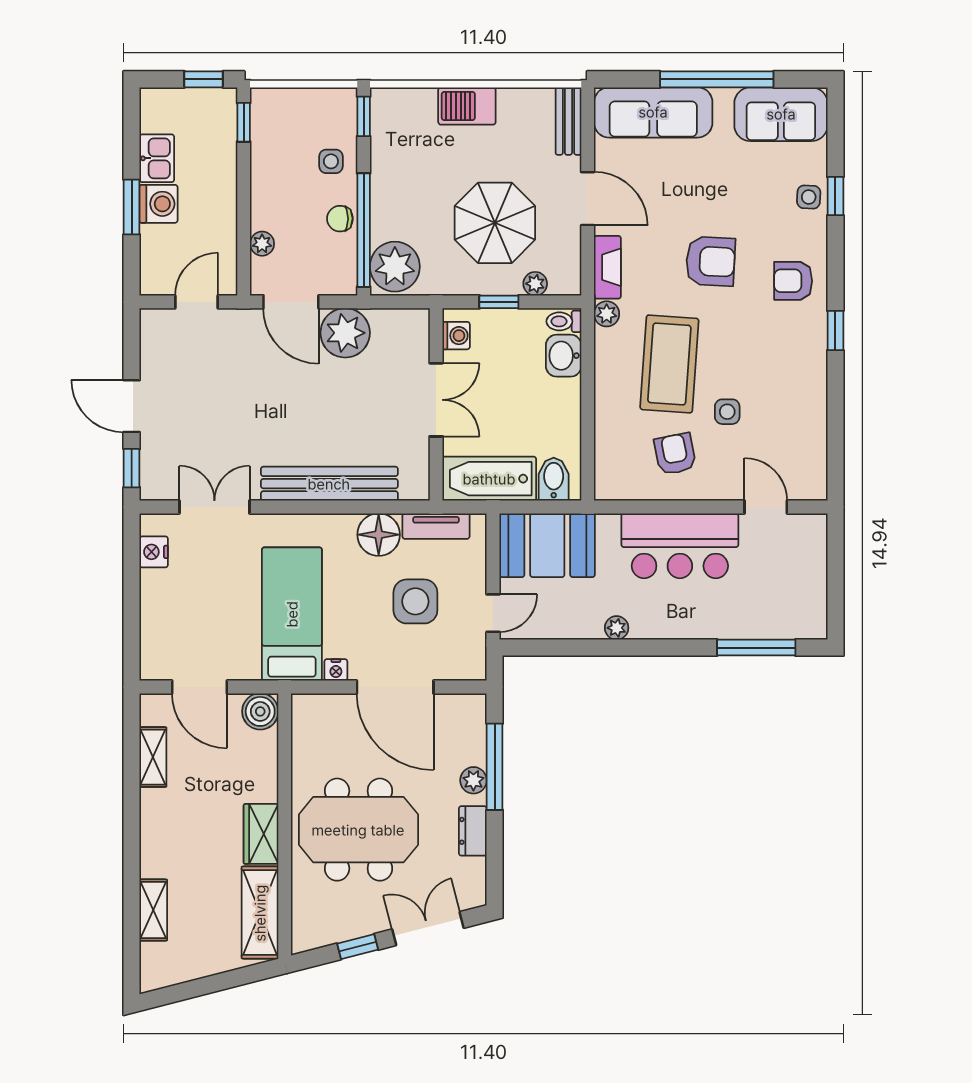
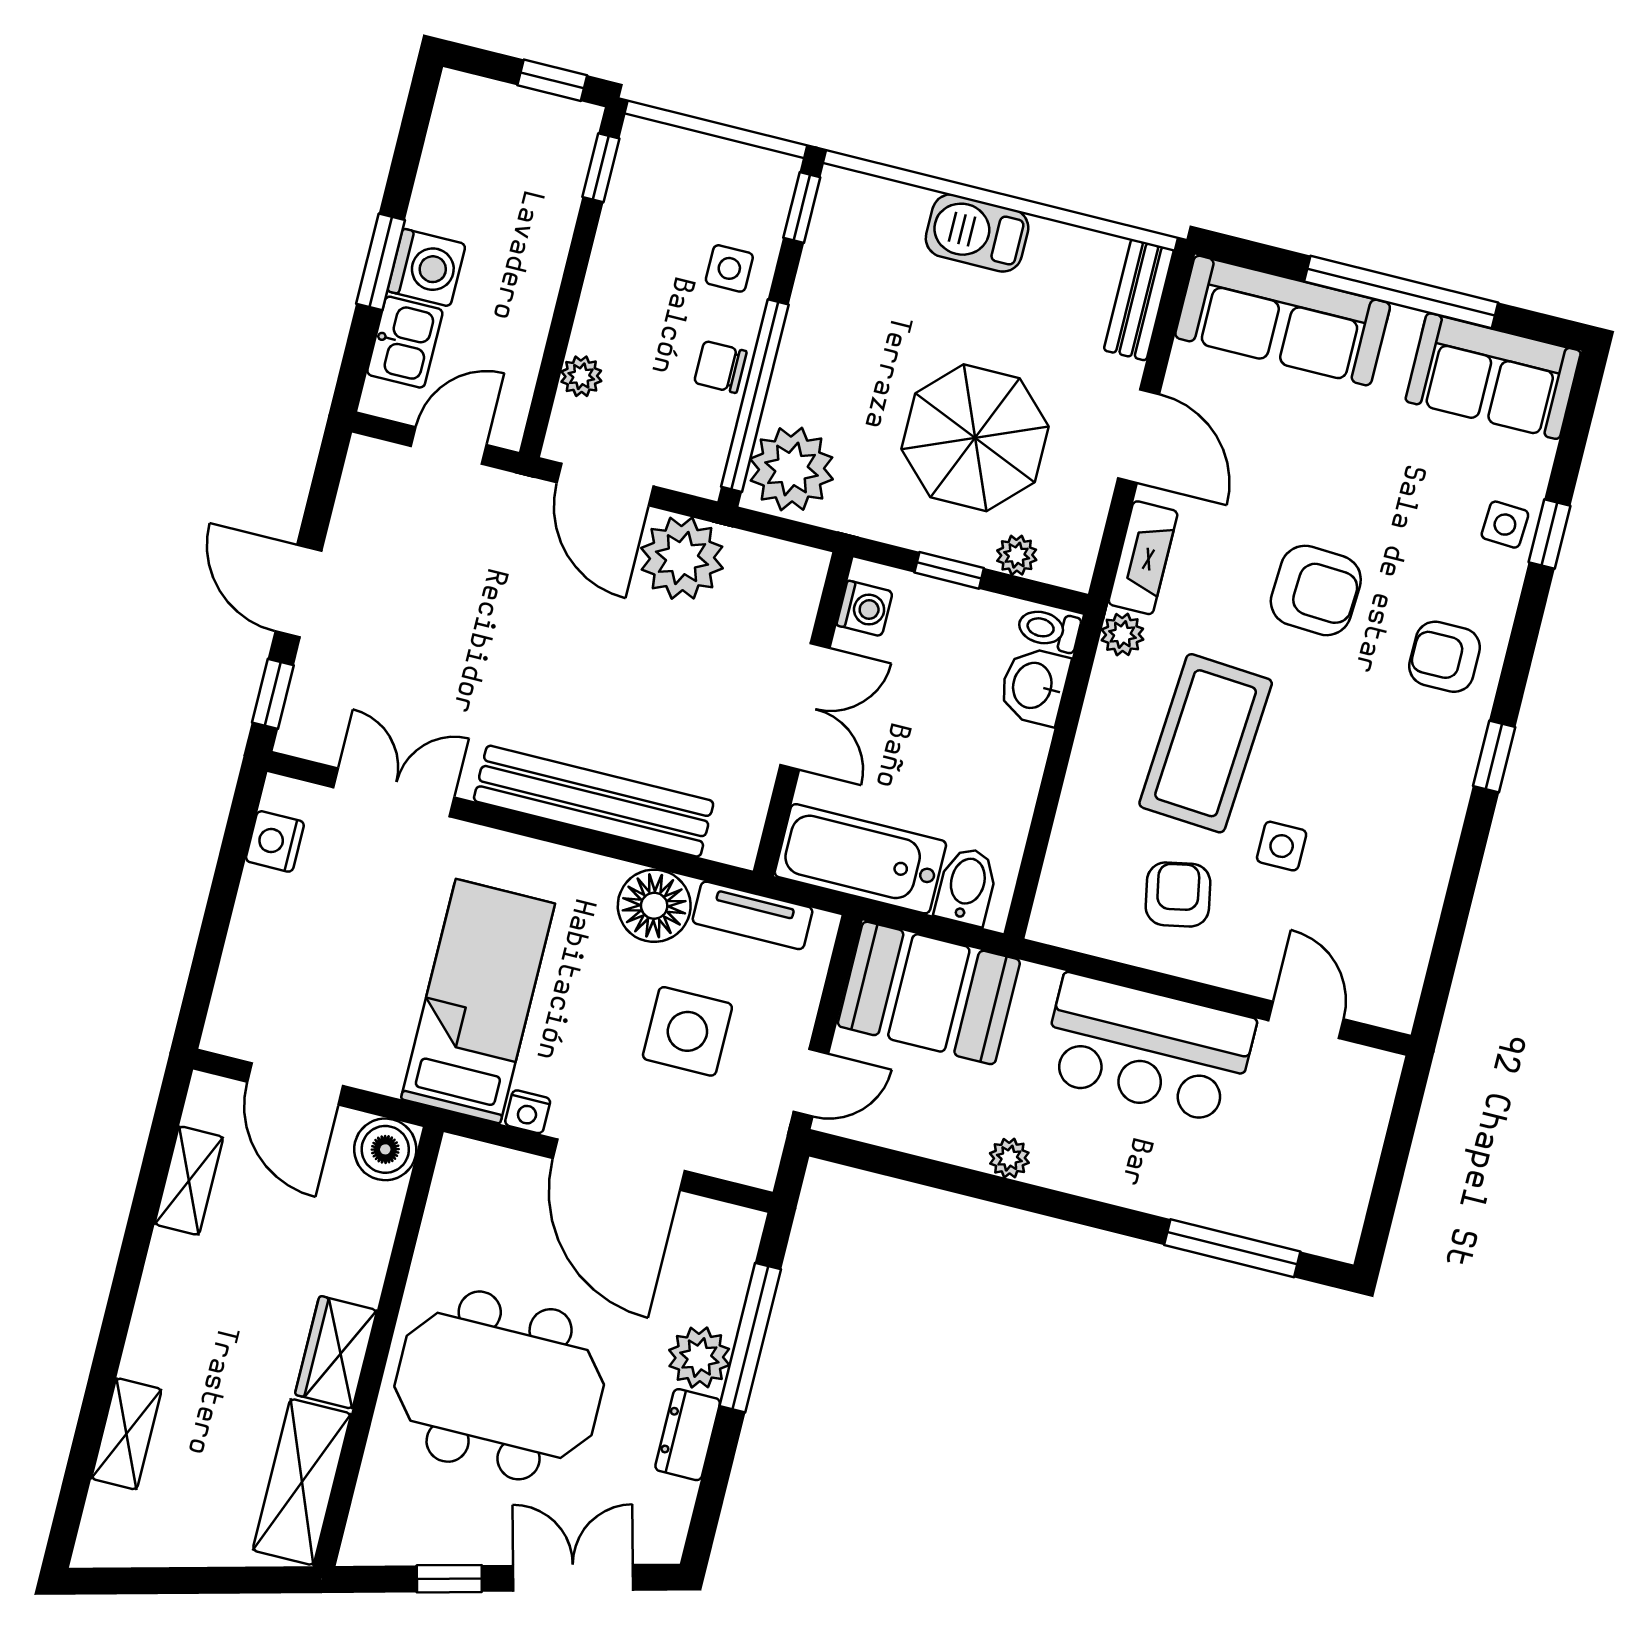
kitchen sink: (157, 158) -> (405, 342), moved
plant: (473, 780) -> (699, 1358), width x1.38, depth x1.38

